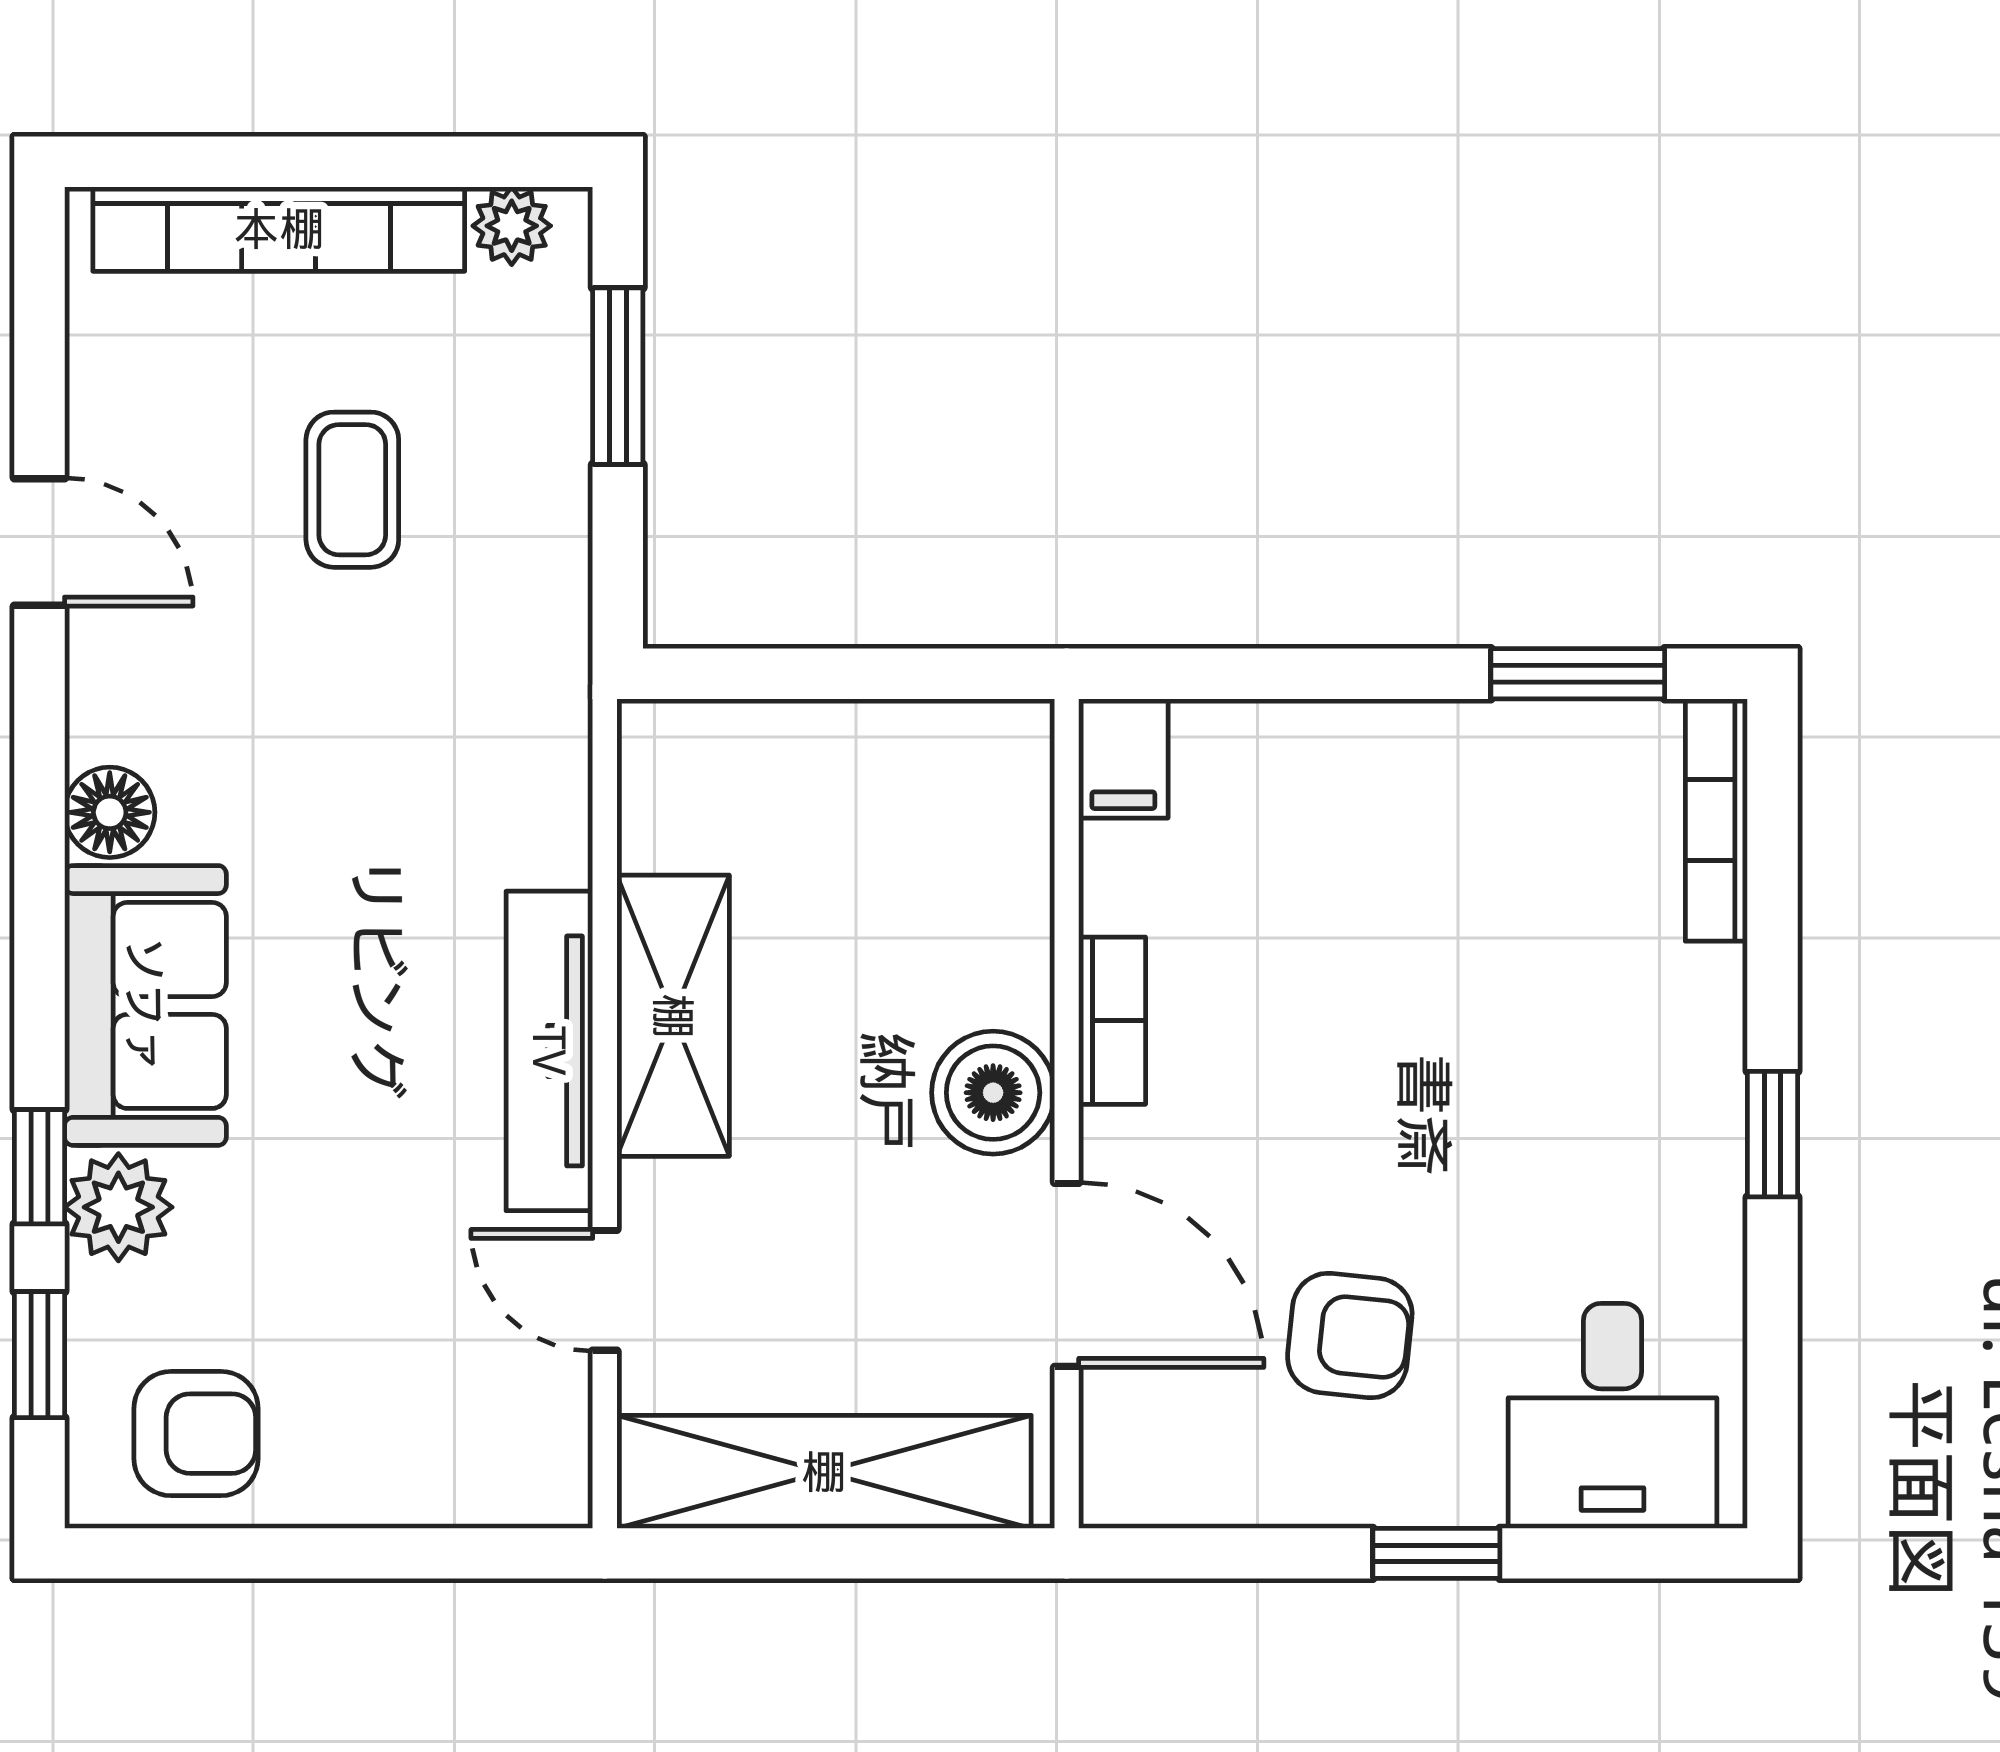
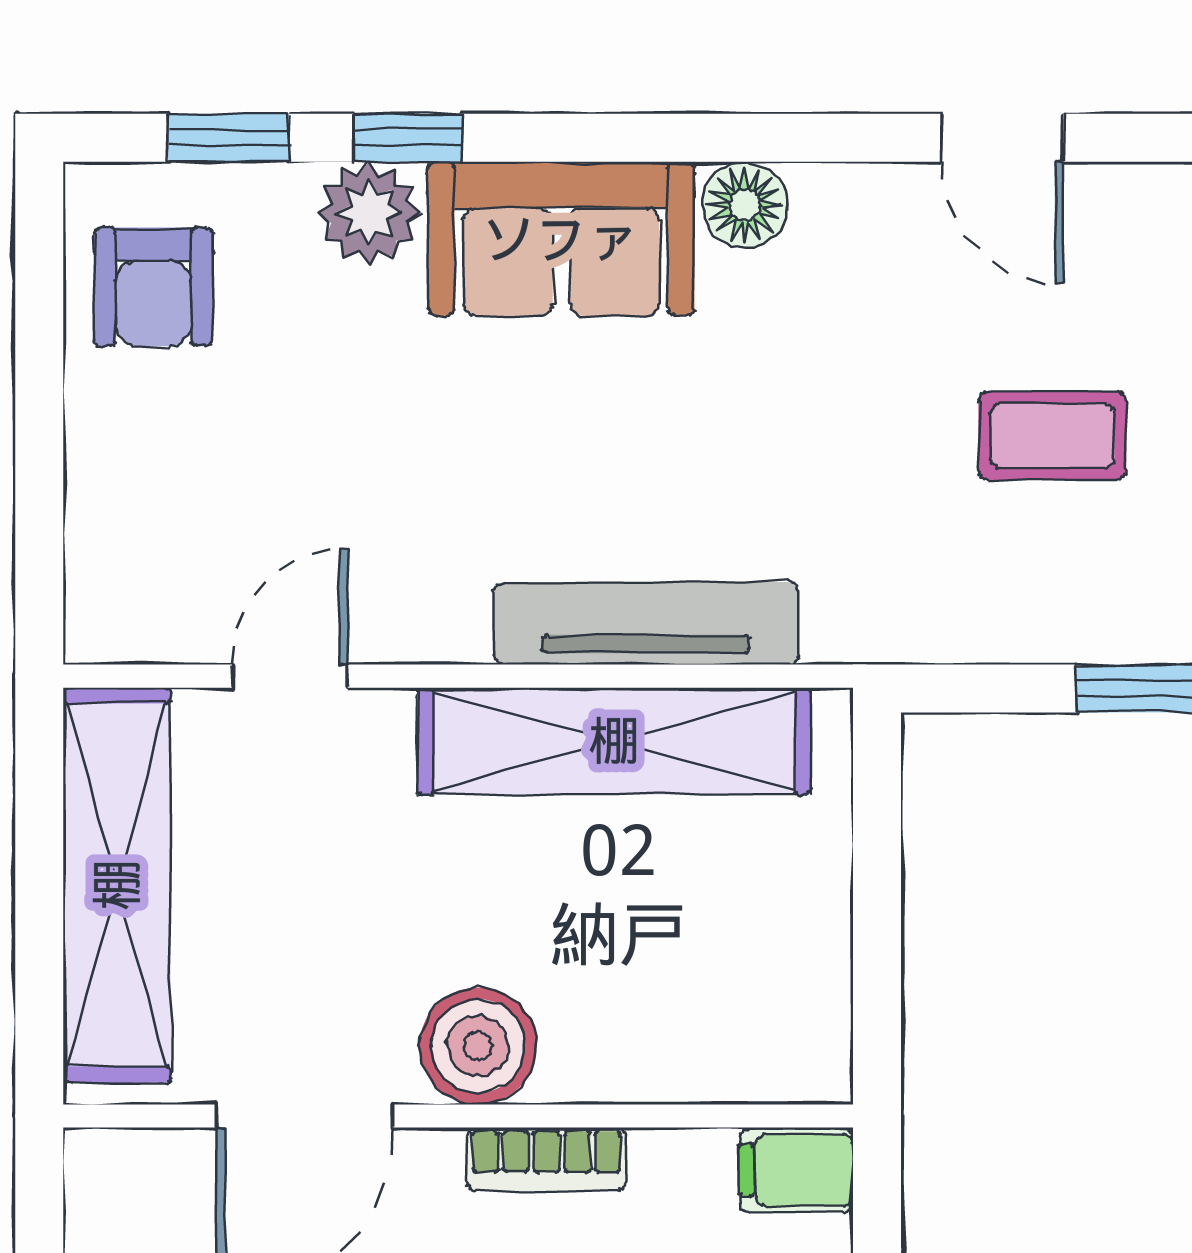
door: (39, 542) -> (1002, 138), hinge flipped
shelving: (673, 1016) -> (614, 741), width x1.47
tv unit: (549, 1051) -> (646, 623), moved

